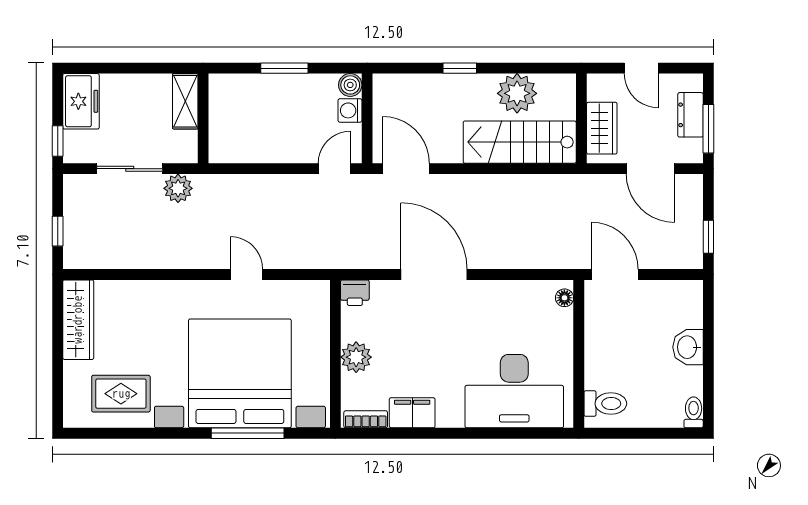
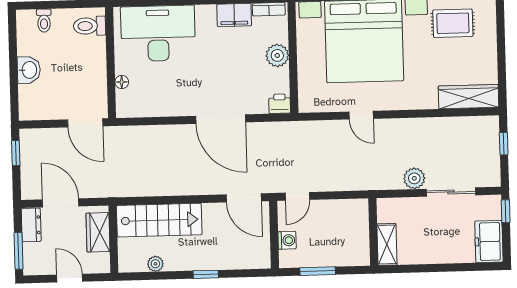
window: (284, 68) -> (318, 271), moved
boiler: (350, 85) -> (287, 259), removed
plant: (517, 93) -> (155, 264), width x0.53, depth x0.53
shelving: (185, 101) -> (387, 244), moved
dresser: (690, 115) -> (31, 225), moved
wall: (203, 118) -> (373, 232), moved
window: (708, 129) -> (18, 251), moved
floor lamp: (564, 298) -> (122, 82), moved
wardrobe: (78, 320) -> (469, 97), moved, turned 90
toilet: (694, 412) -> (44, 21), moved

